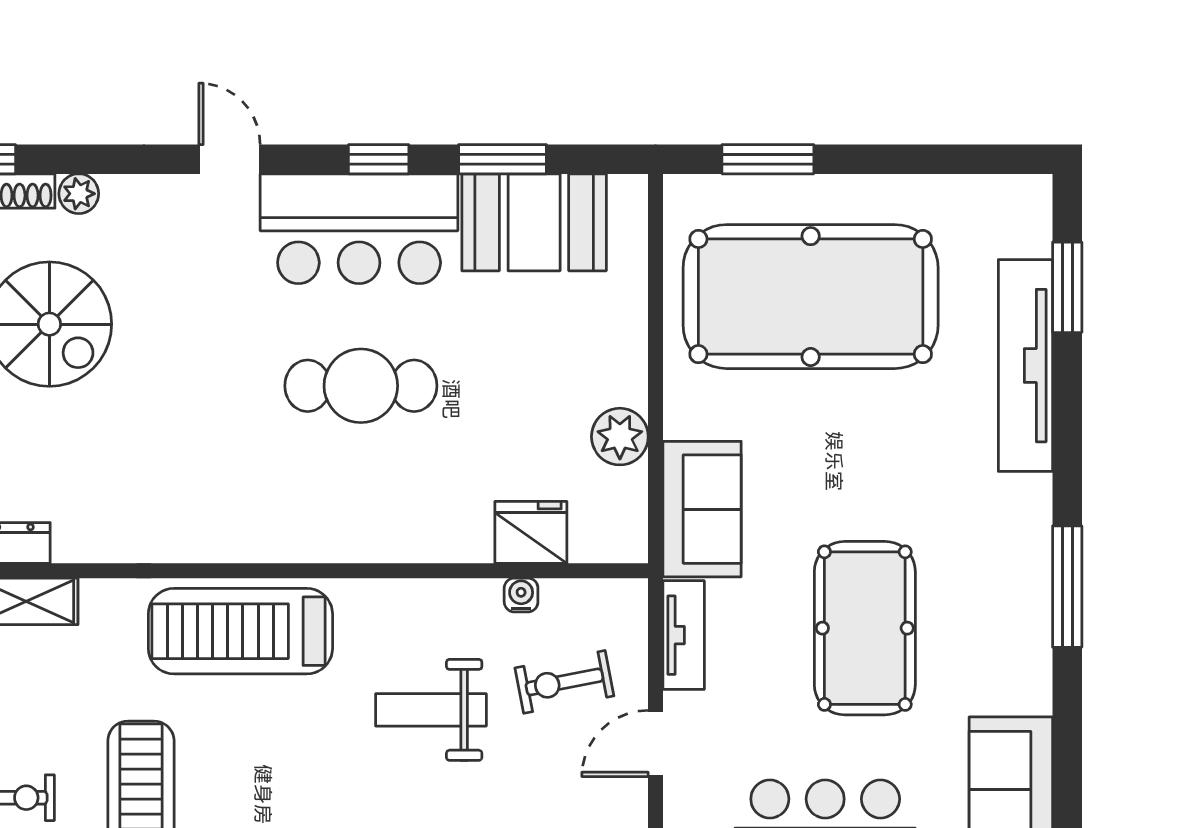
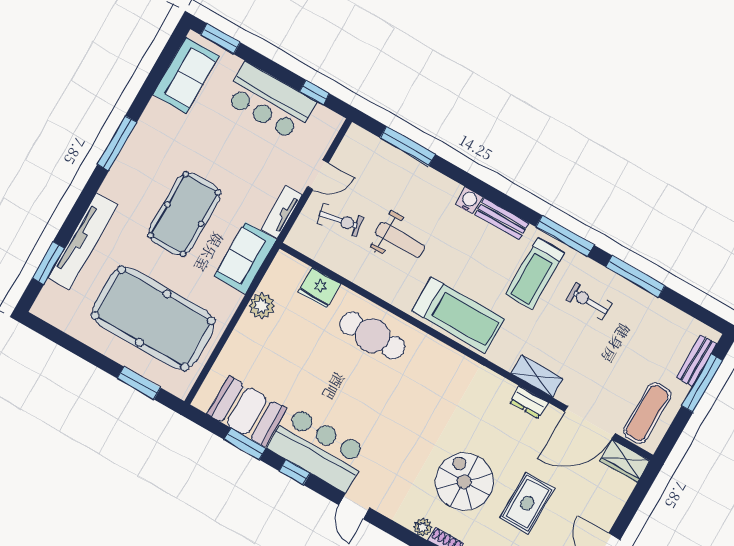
cafe table: (361, 386) -> (372, 336), moved
water cooler: (521, 595) -> (338, 265), removed
pool table: (865, 628) -> (184, 214), moved

